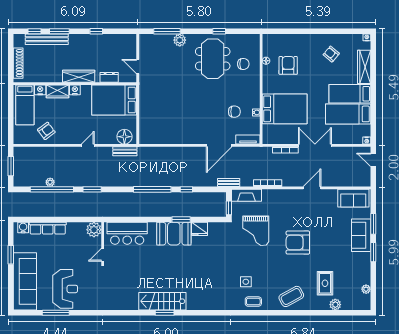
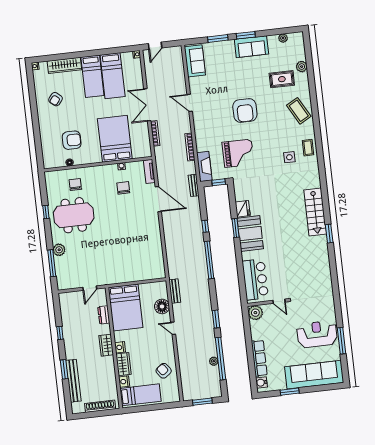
window: (34, 31) -> (67, 394), removed
armchair: (288, 65) -> (72, 140), turned 180
wardrobe: (79, 76) -> (106, 345), width x0.67
floor lamp: (124, 137) -> (162, 306), moved
sofa: (361, 235) -> (251, 47), moved
stairs: (162, 301) -> (315, 212), moved

